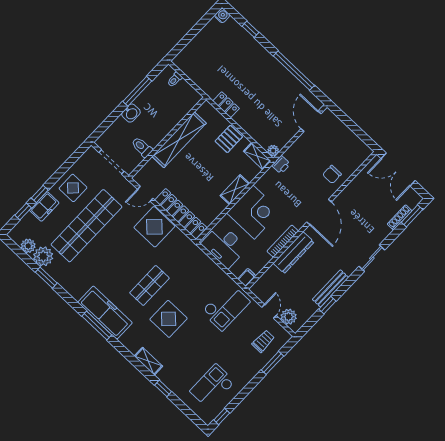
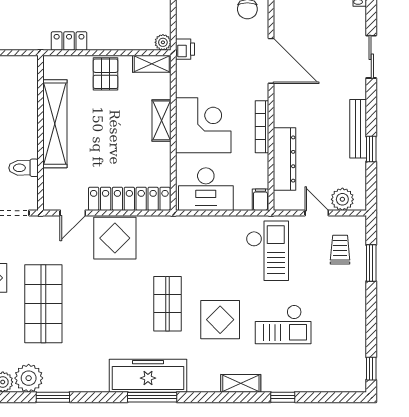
shop shelf: (86, 226) -> (43, 304), width x0.71
dresser: (294, 253) -> (284, 159), moved
checkout: (212, 386) -> (283, 324), moved, turned -90

